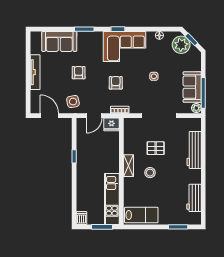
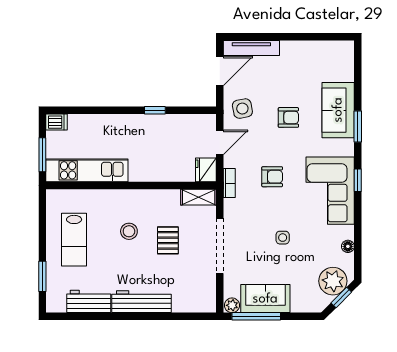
sofa: (59, 41) -> (338, 110), moved
tv unit: (35, 72) -> (251, 48), moved
door: (94, 116) -> (220, 142), swing flipped
workbench: (194, 150) -> (142, 302), moved
shelving: (128, 166) -> (199, 197), moved
lab bench: (141, 215) -> (74, 240), moved

